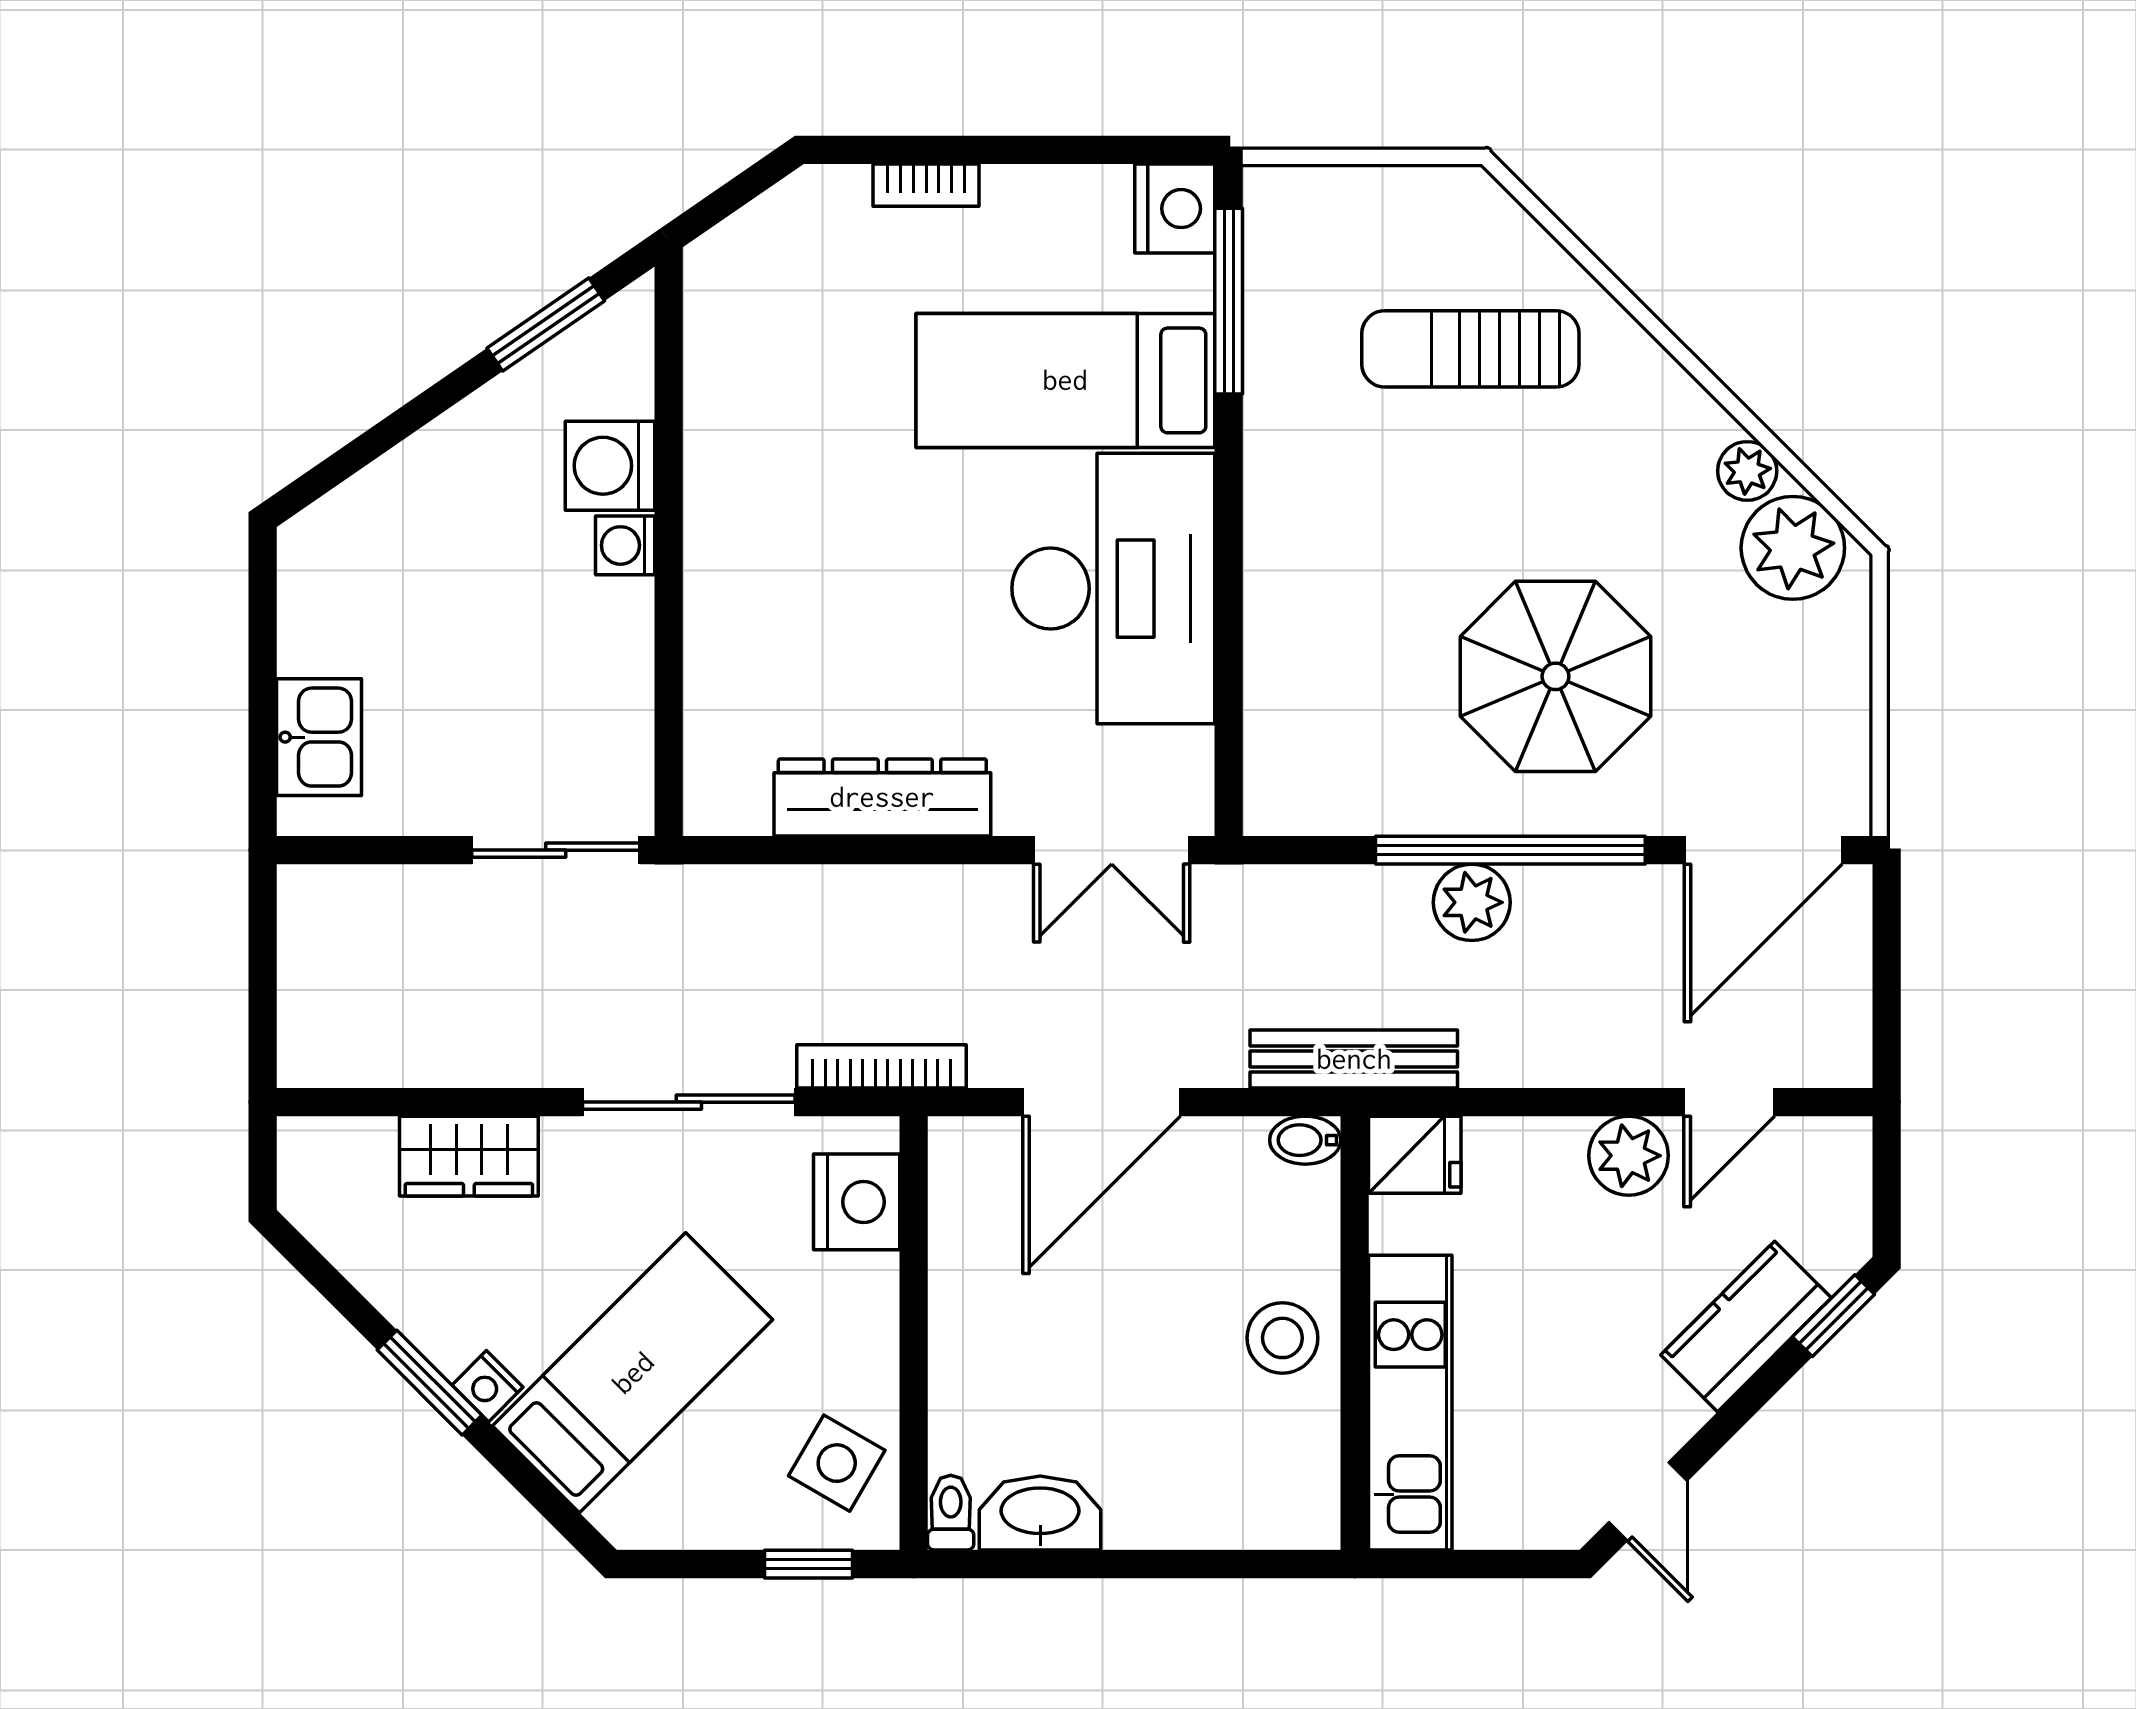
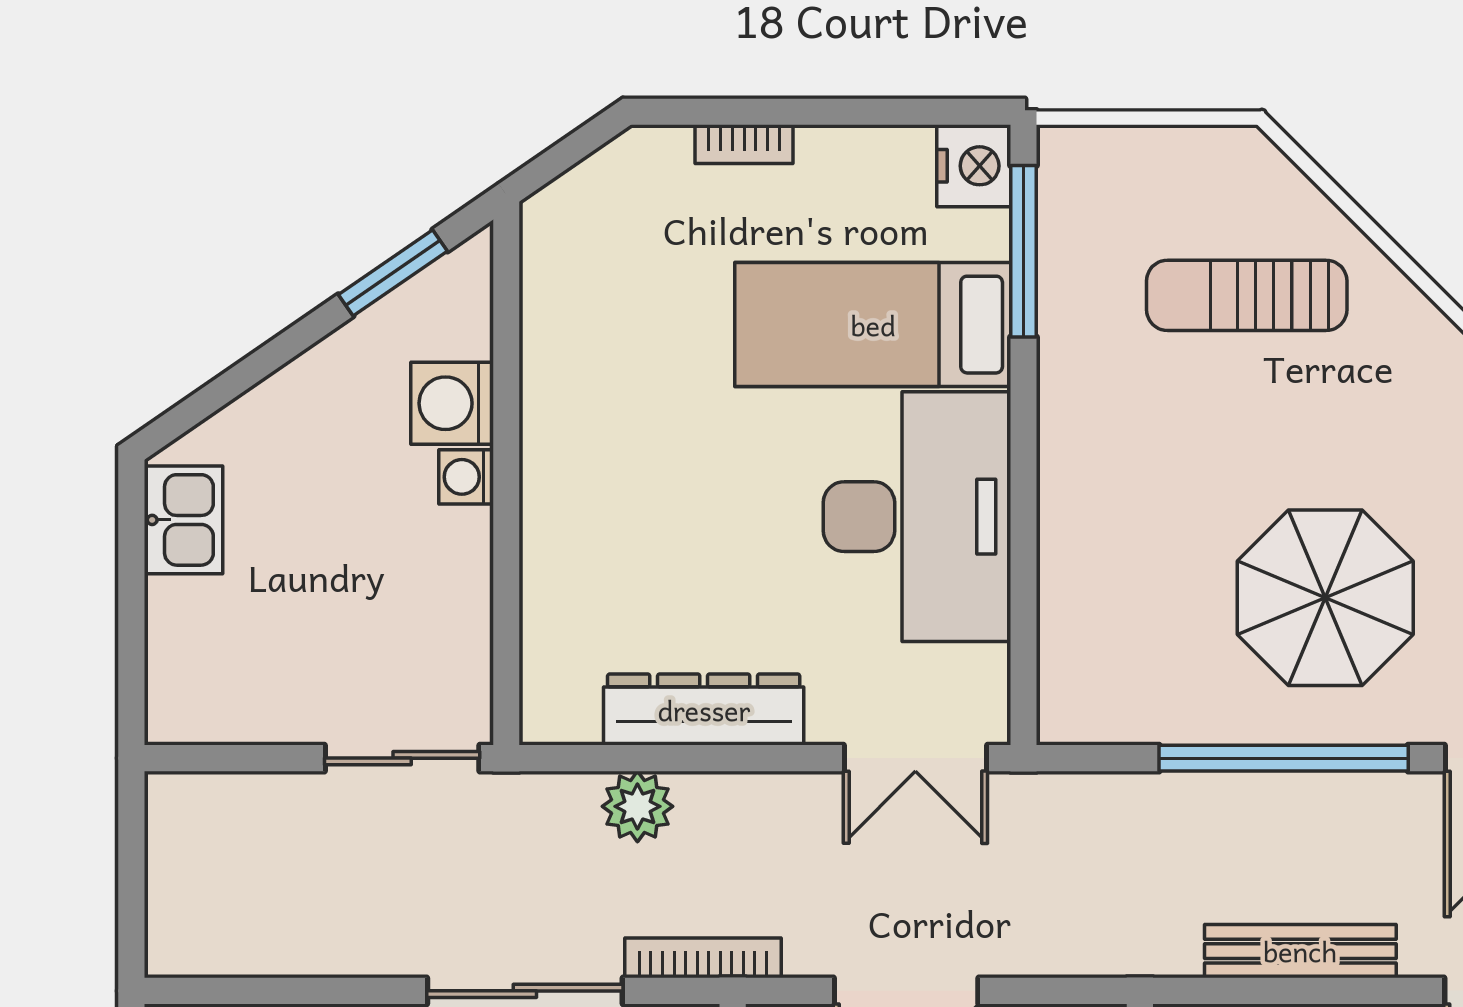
kitchen sink: (319, 737) -> (183, 520), moved
plant: (1472, 902) -> (637, 806), moved
bench: (1354, 1059) -> (1300, 951), moved

